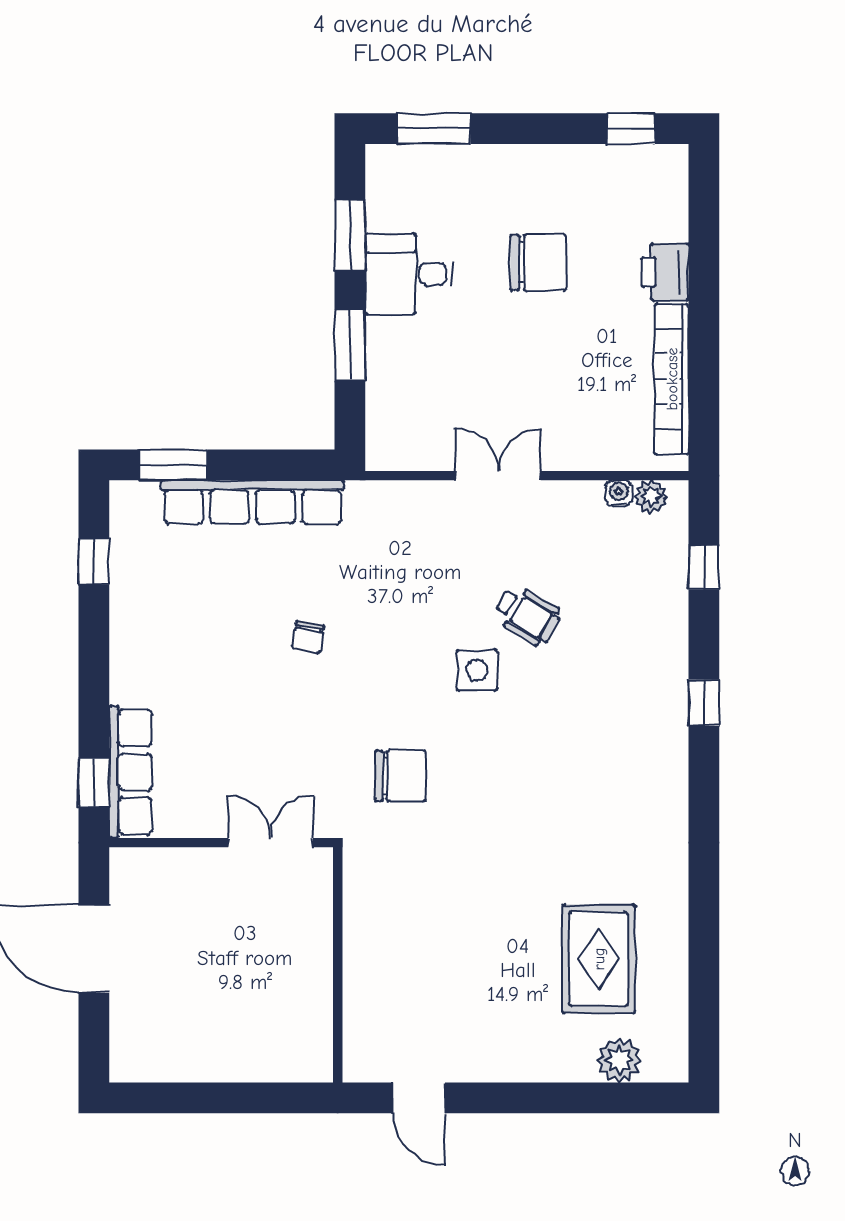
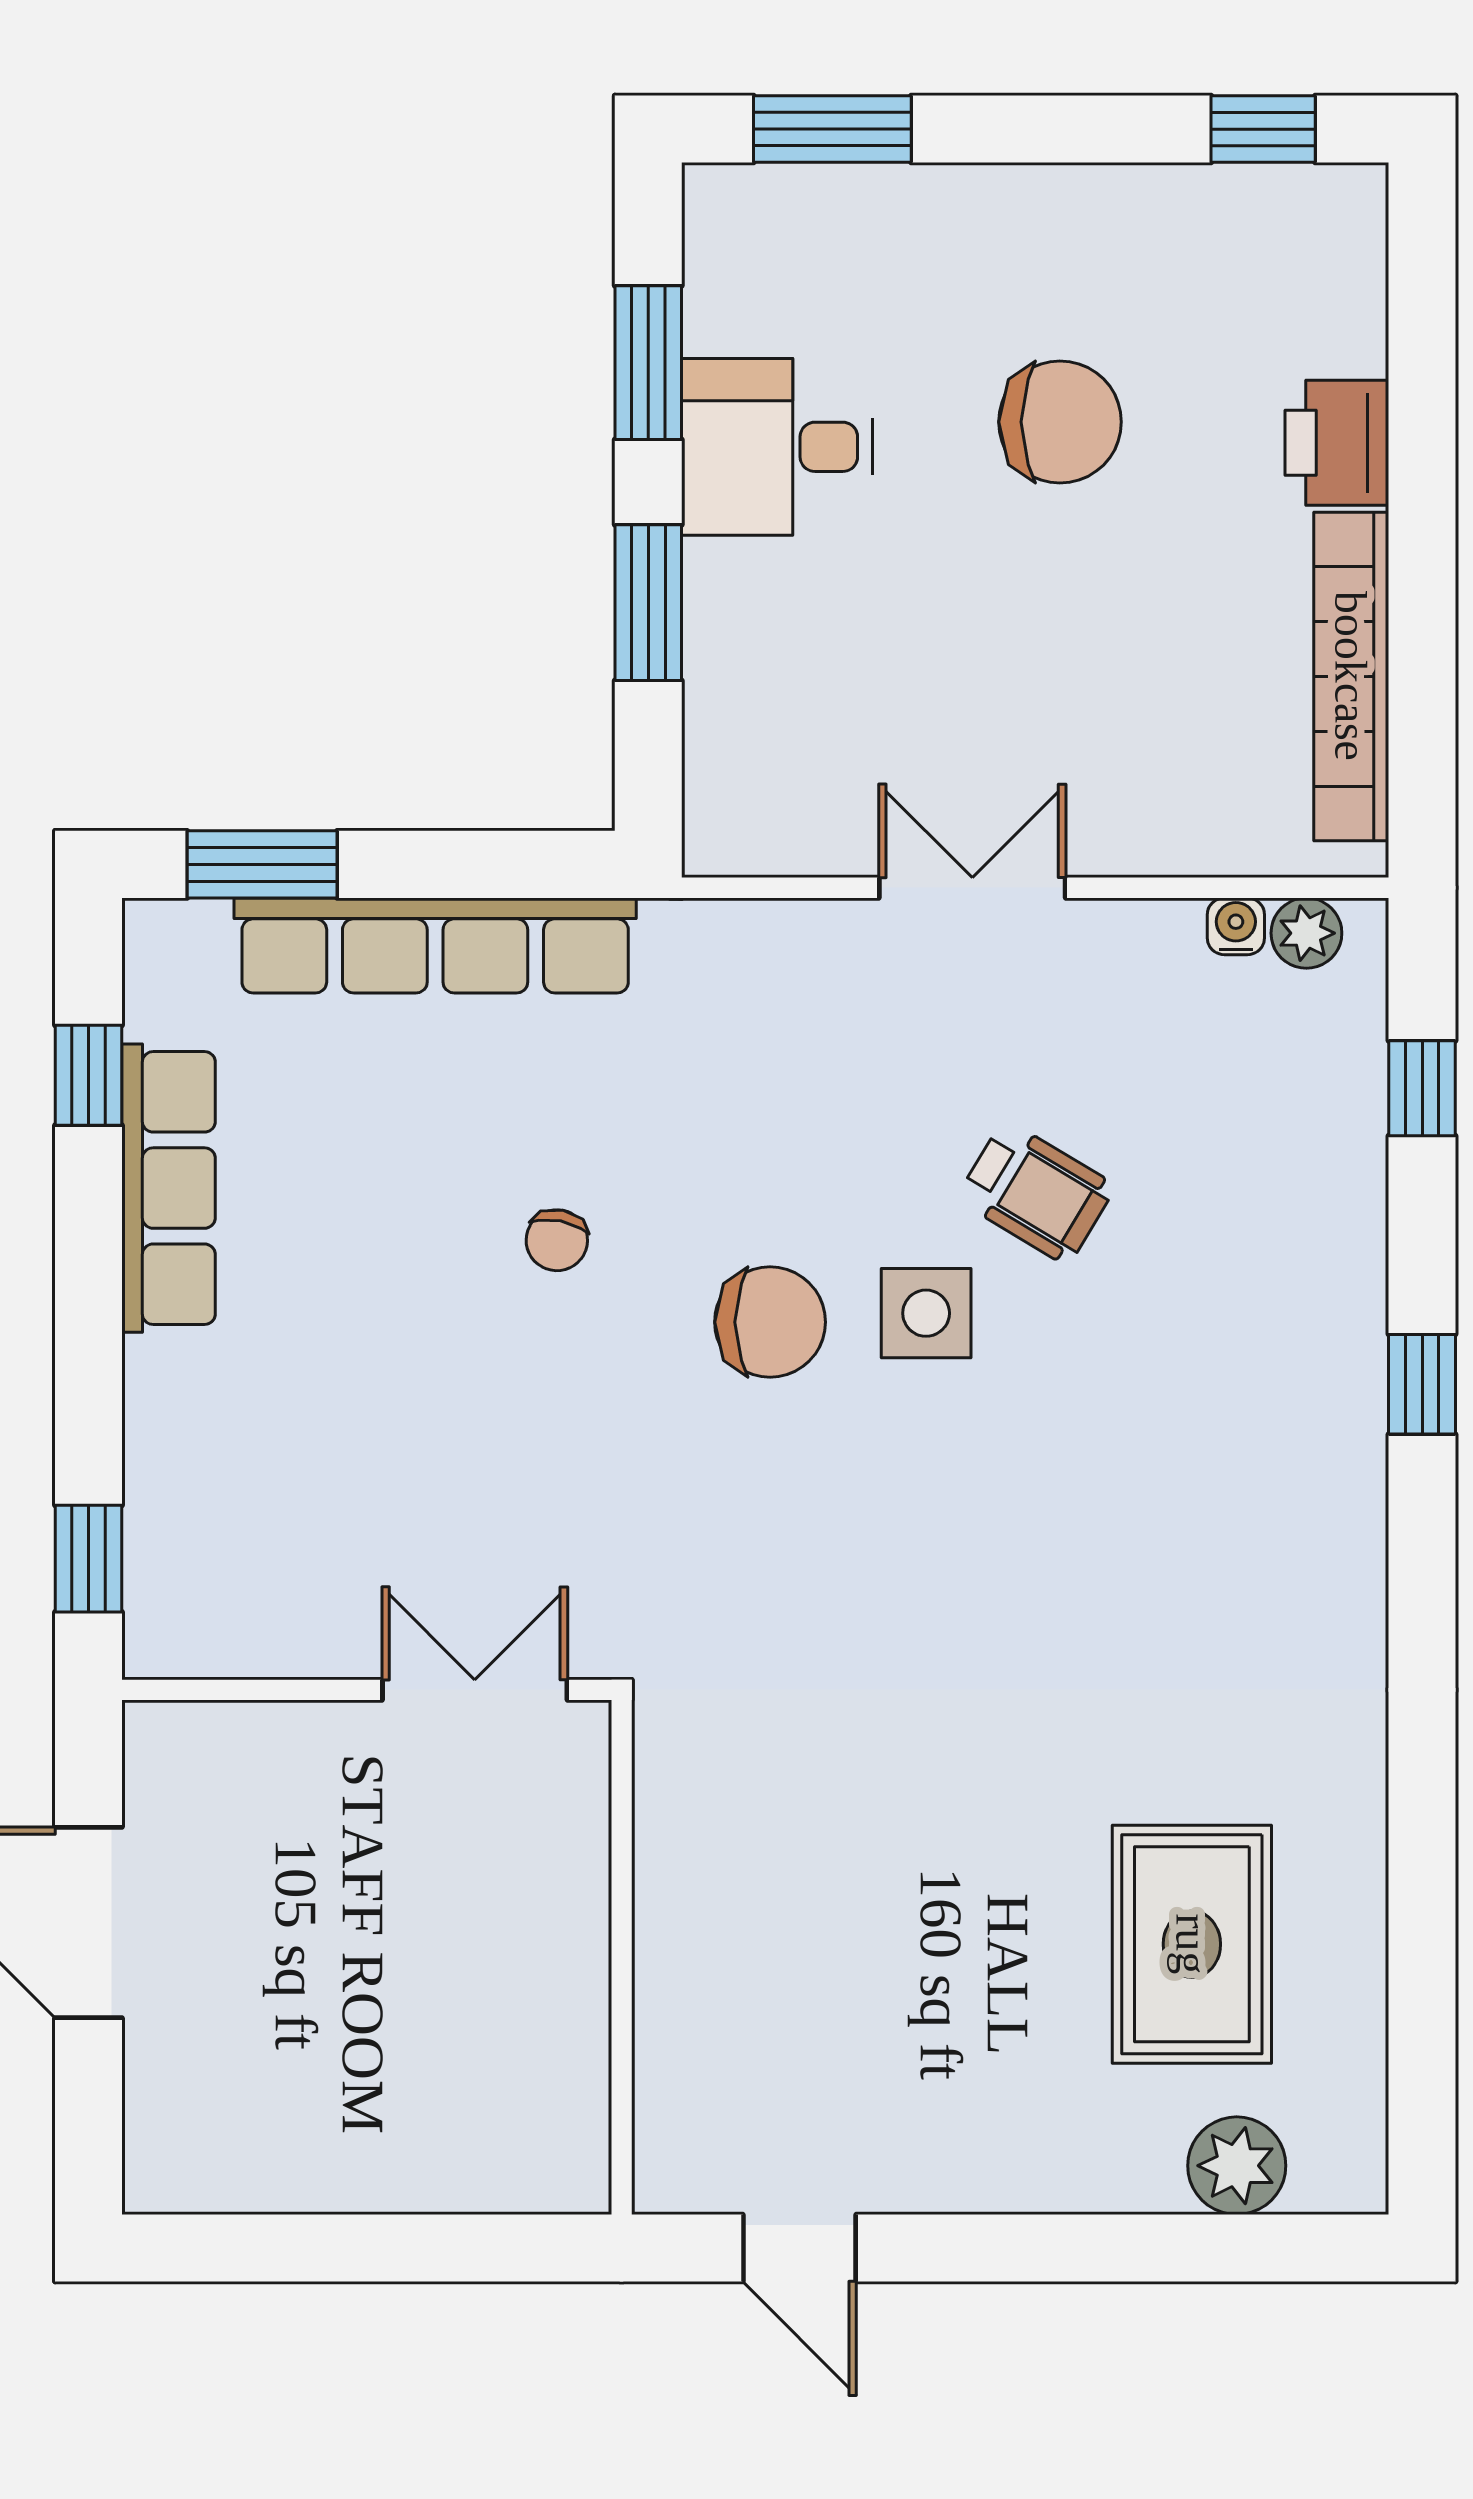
row of seats: (130, 772) -> (169, 1188), moved
chair: (400, 776) -> (770, 1322), moved

